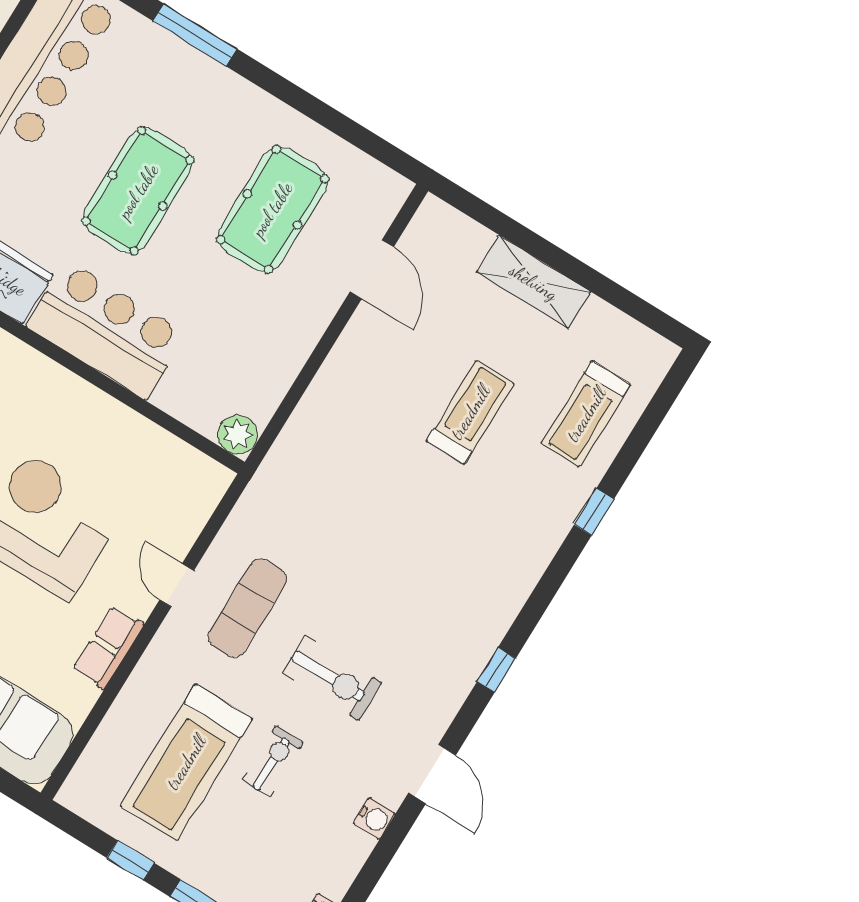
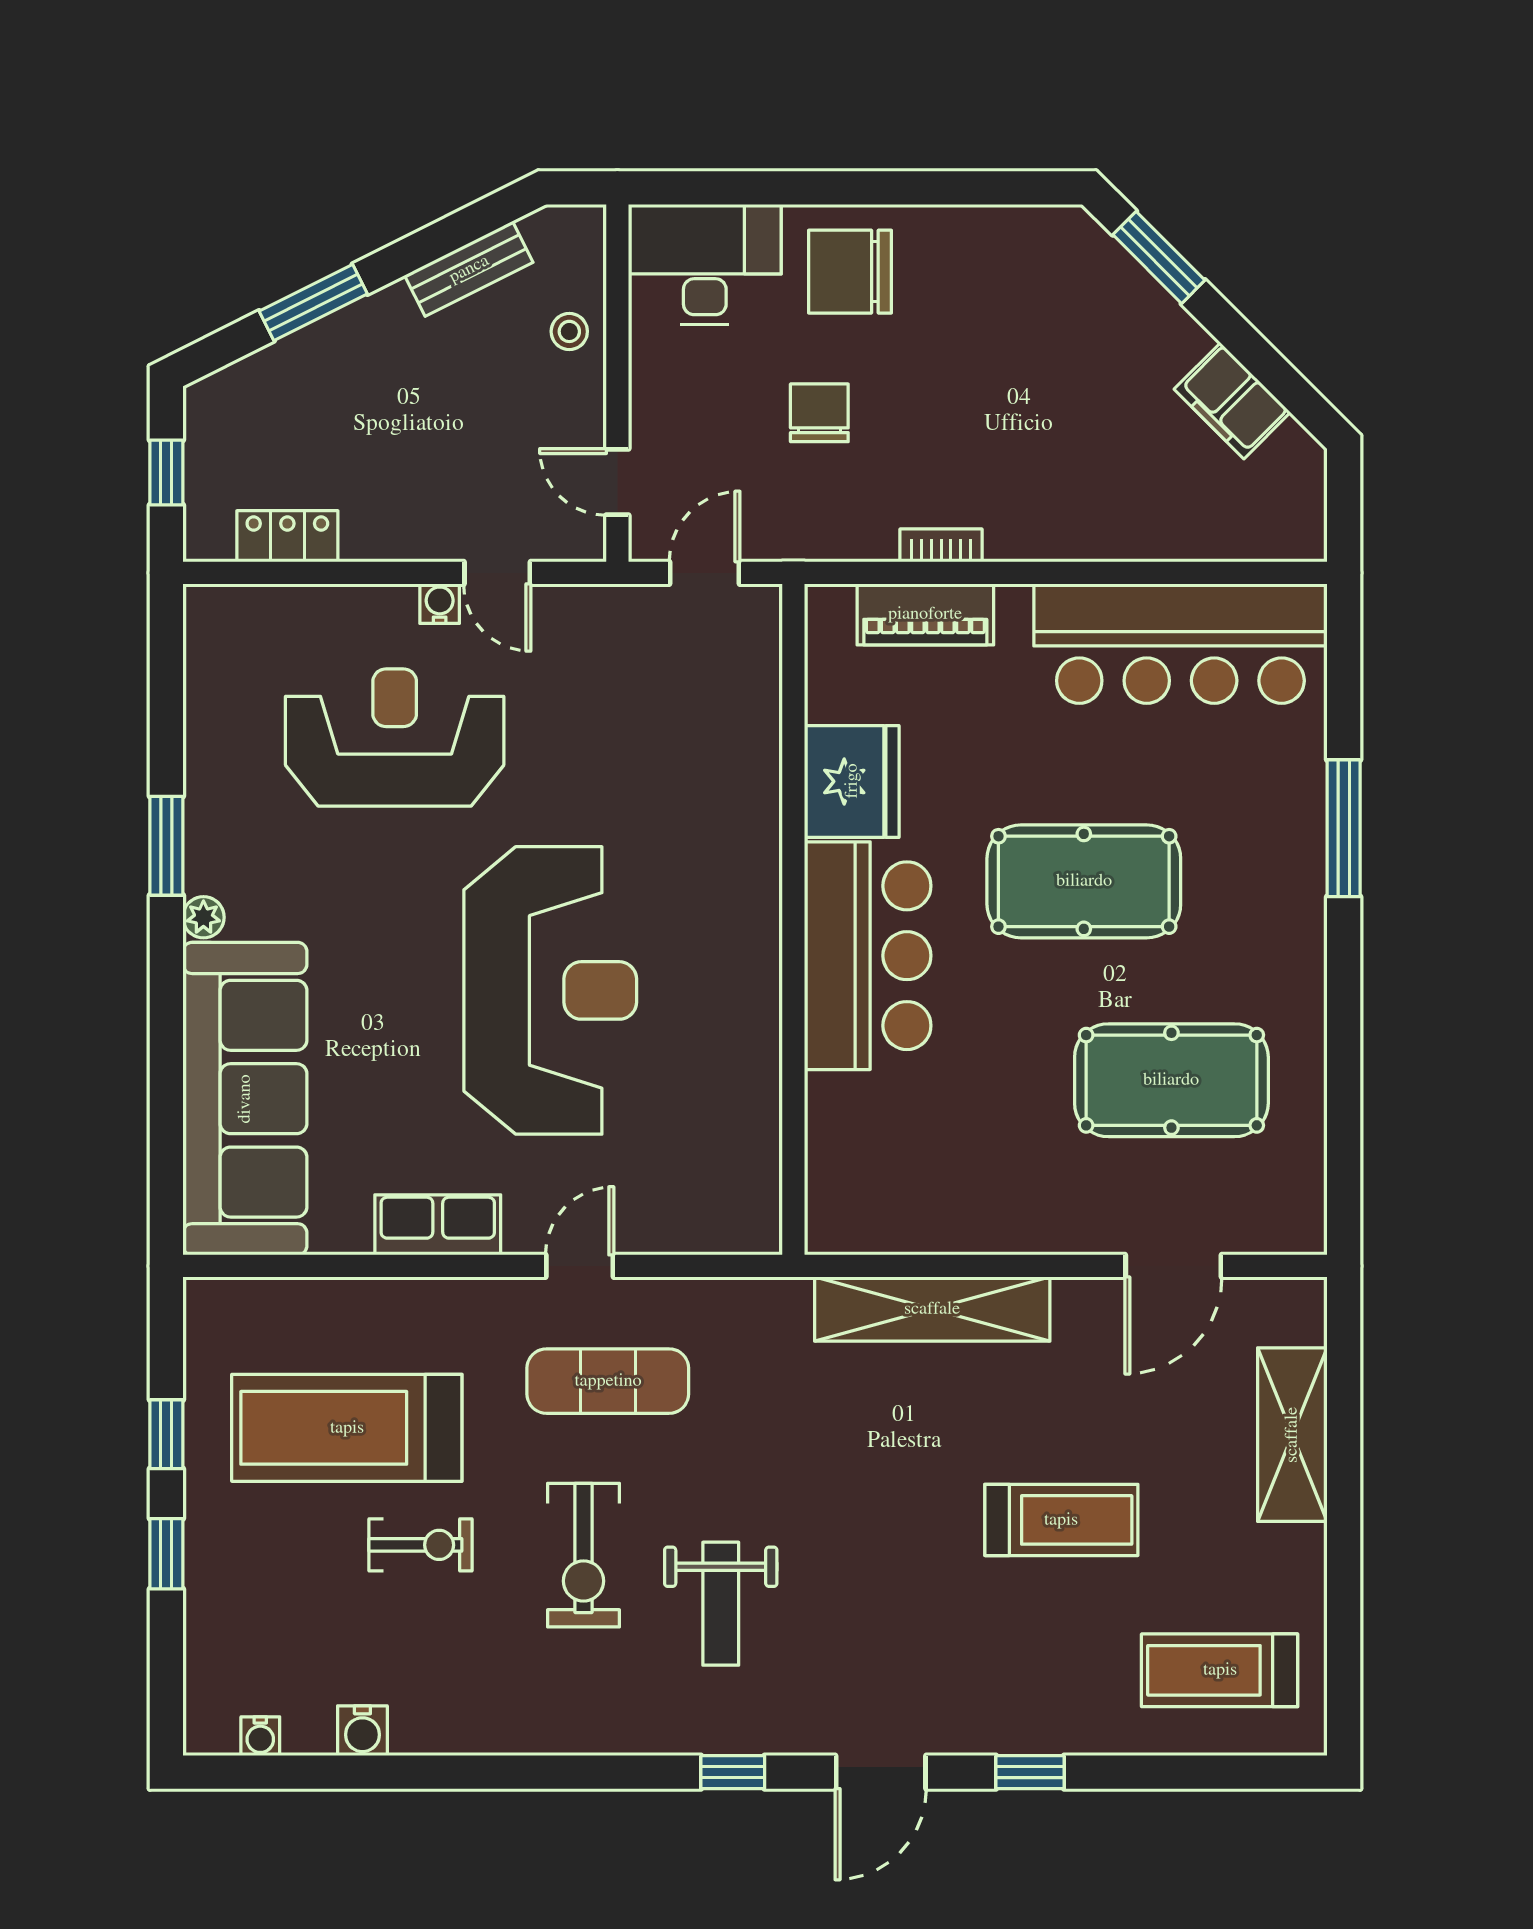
shelving: (534, 282) -> (1292, 1435), moved
shelving: (316, 412) -> (932, 1309), added
treadmill: (586, 414) -> (1220, 1670), moved
plant: (238, 435) -> (836, 1222), removed
weight bench: (403, 621) -> (721, 1604), added
door: (432, 774) -> (881, 1772), moved
water cooler: (374, 818) -> (362, 1731), moved

